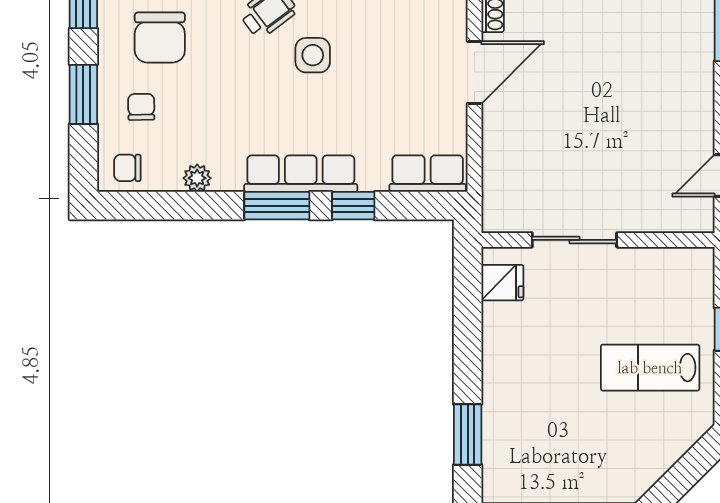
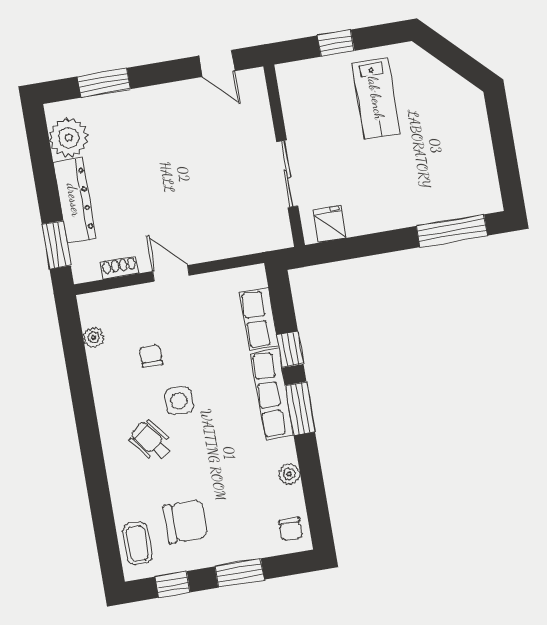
door: (474, 72) -> (171, 273), width x0.73
chair: (141, 107) -> (151, 356), moved, turned 91
row of seats: (428, 174) -> (259, 319), moved
window: (468, 434) -> (452, 231), width x1.44

